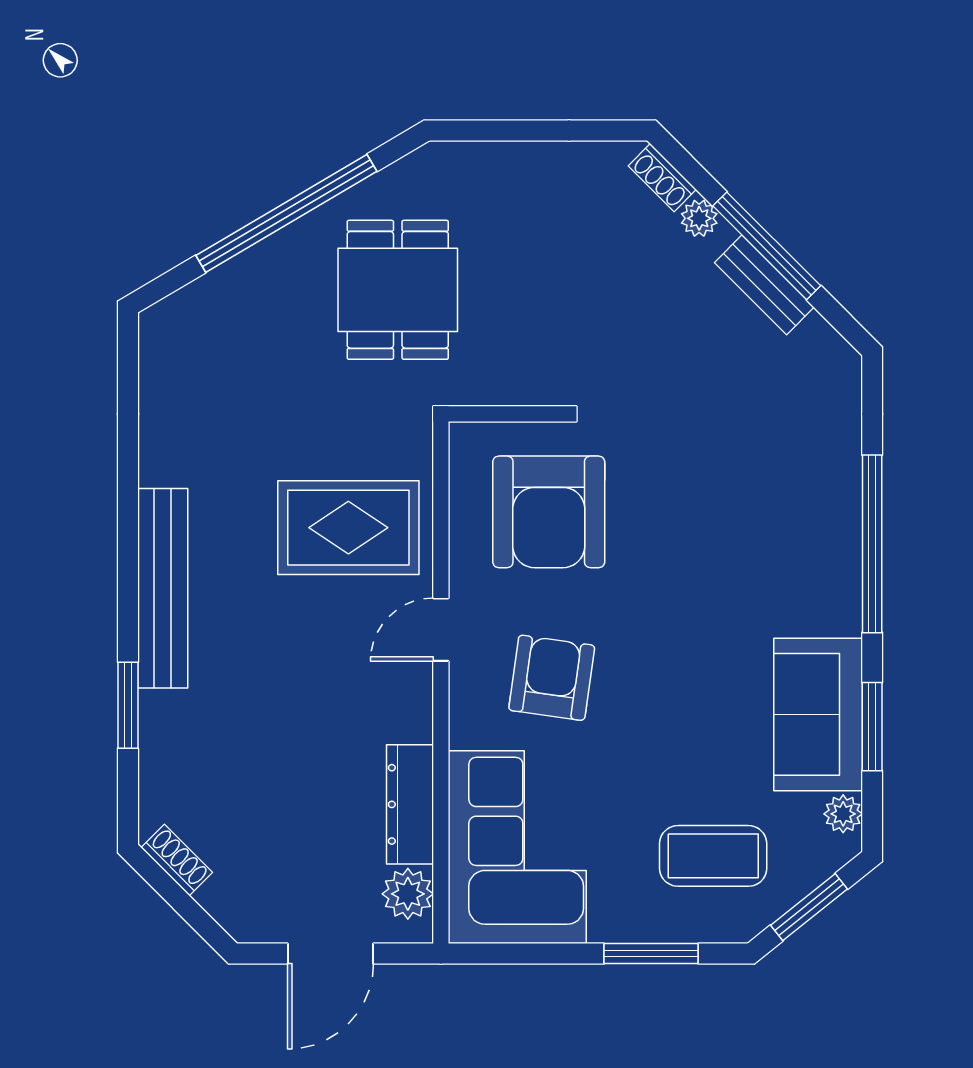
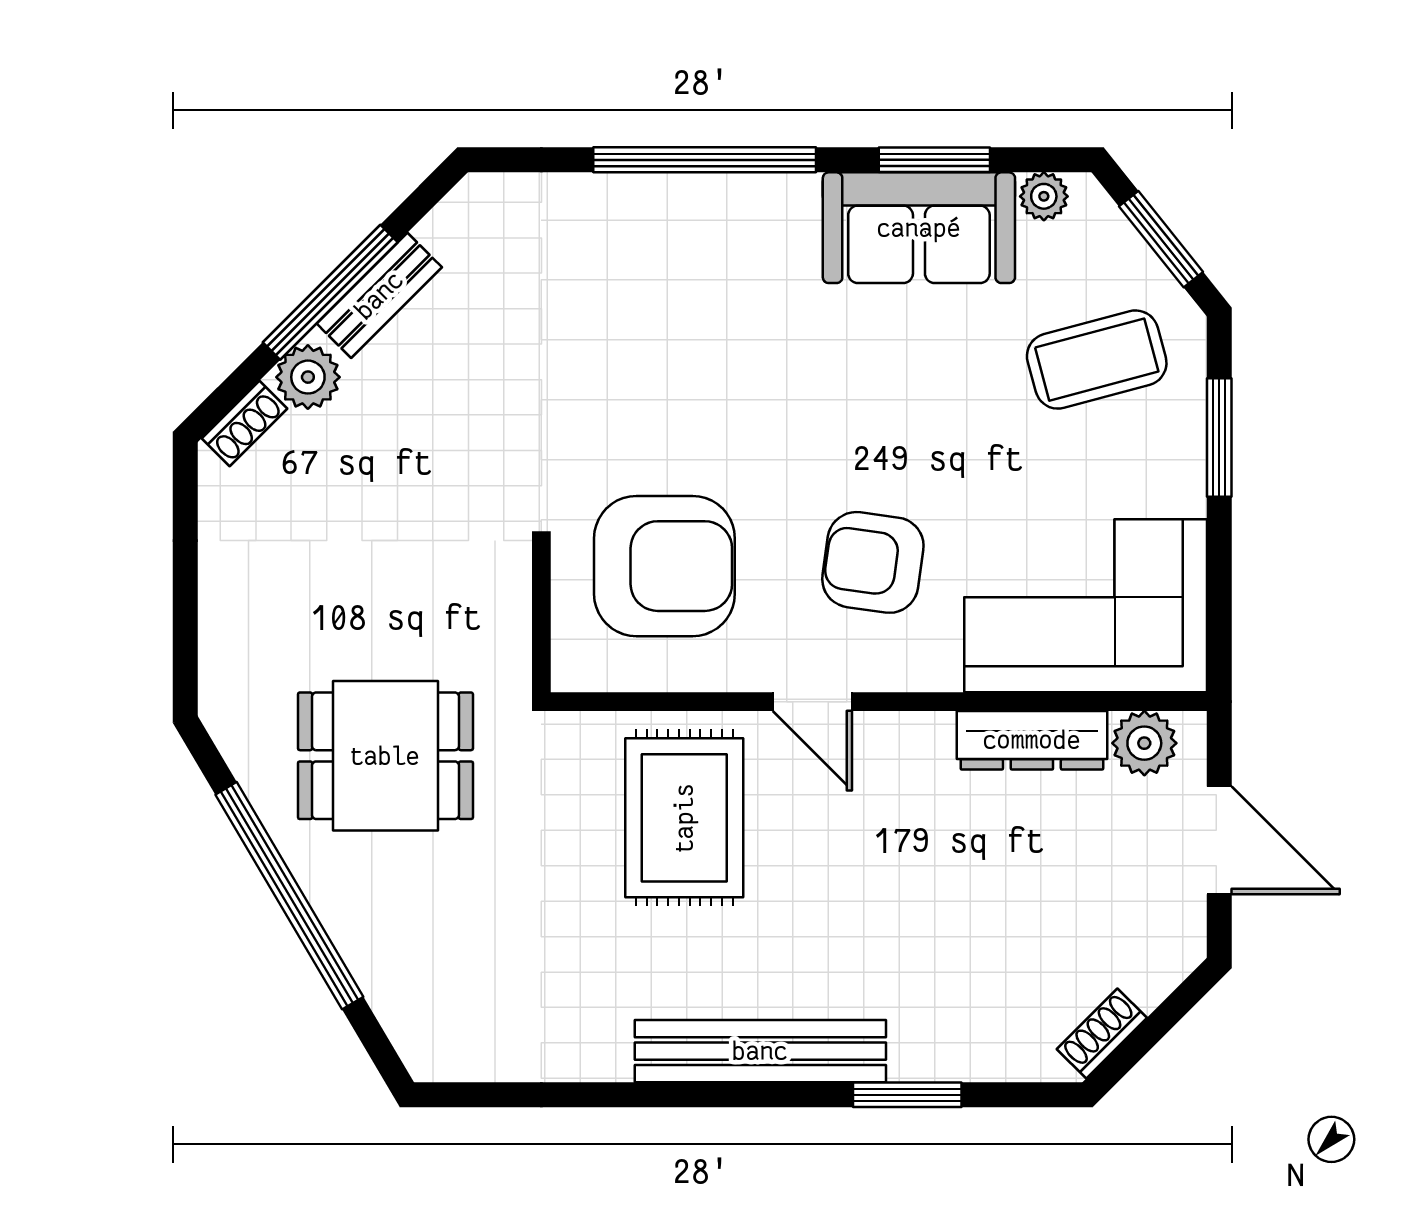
plant: (699, 218) -> (308, 377), width x1.38, depth x1.38
coffee table: (713, 856) -> (1097, 360), turned 75

